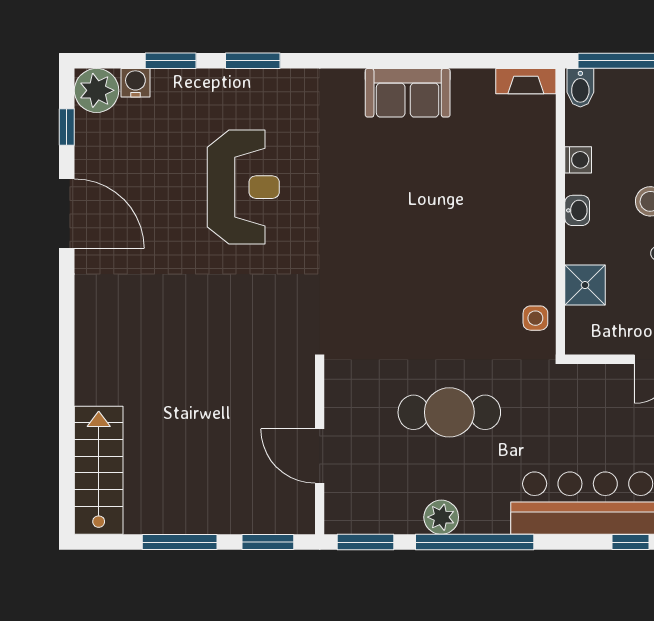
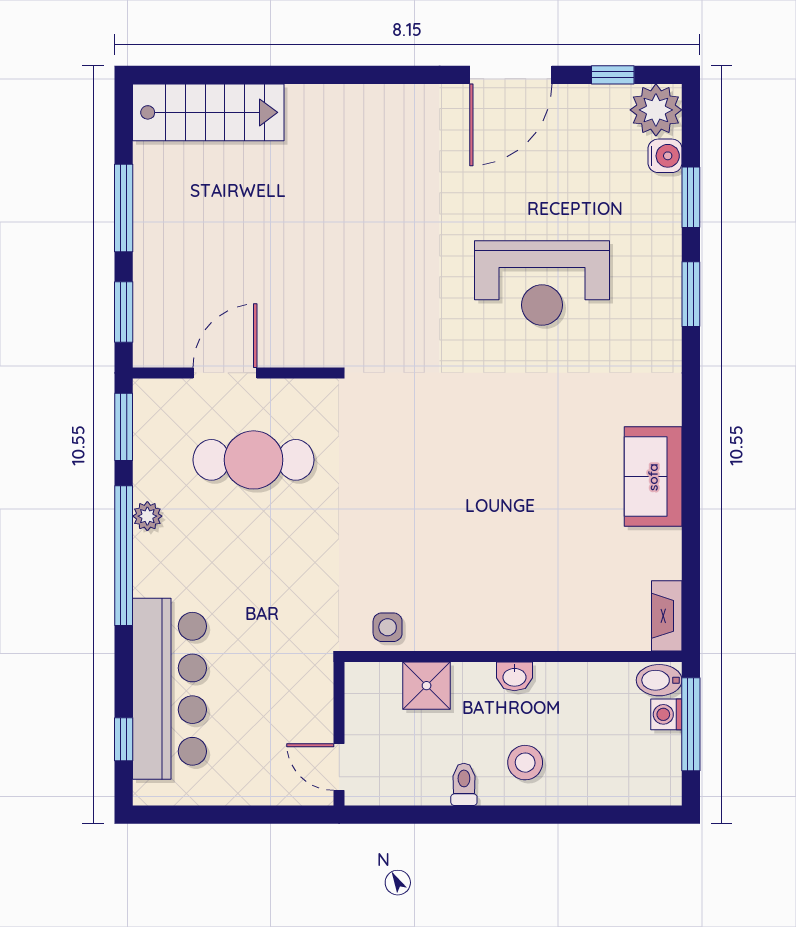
washing machine: (578, 160) -> (666, 714), moved, turned 90
cafe table: (449, 412) -> (254, 460), moved, turned 90
plant: (441, 517) -> (147, 516), width x0.73, depth x0.73

